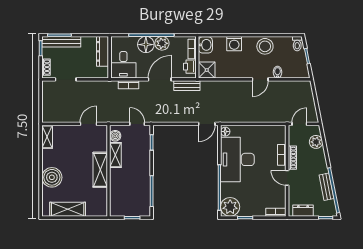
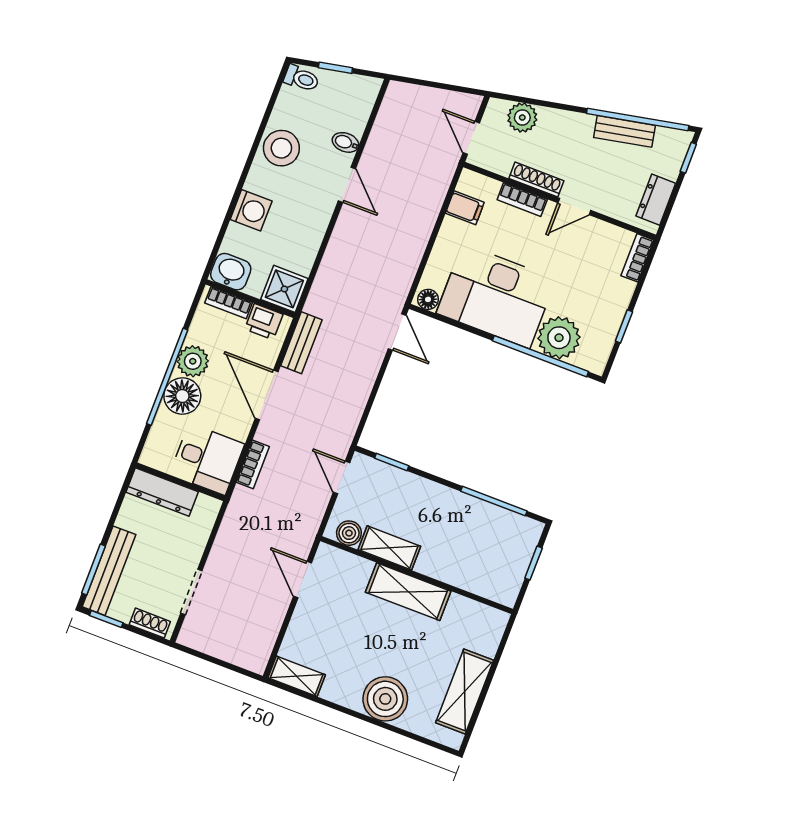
door: (137, 124) -> (342, 477), hinge flipped
filing cabinet: (269, 132) -> (465, 208), added
plant: (230, 207) -> (559, 338), moved

